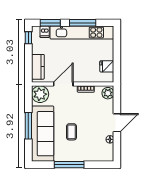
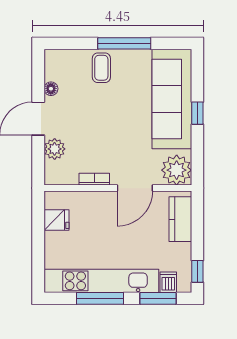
plant: (108, 93) -> (55, 149), moved
window: (28, 126) -> (197, 113), width x0.46
coffee table: (71, 132) -> (101, 68), moved

